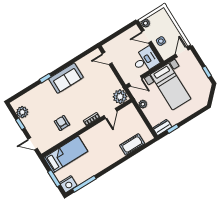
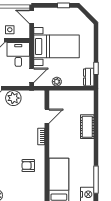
plant: (120, 97) -> (13, 98), moved
door: (110, 113) -> (47, 116), hinge flipped
cot: (132, 144) -> (87, 127), moved

